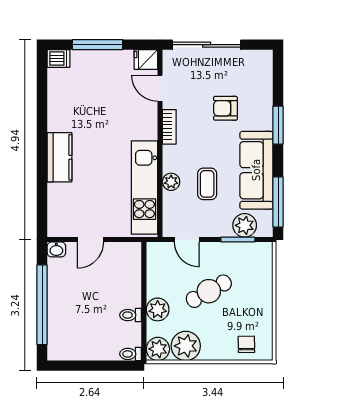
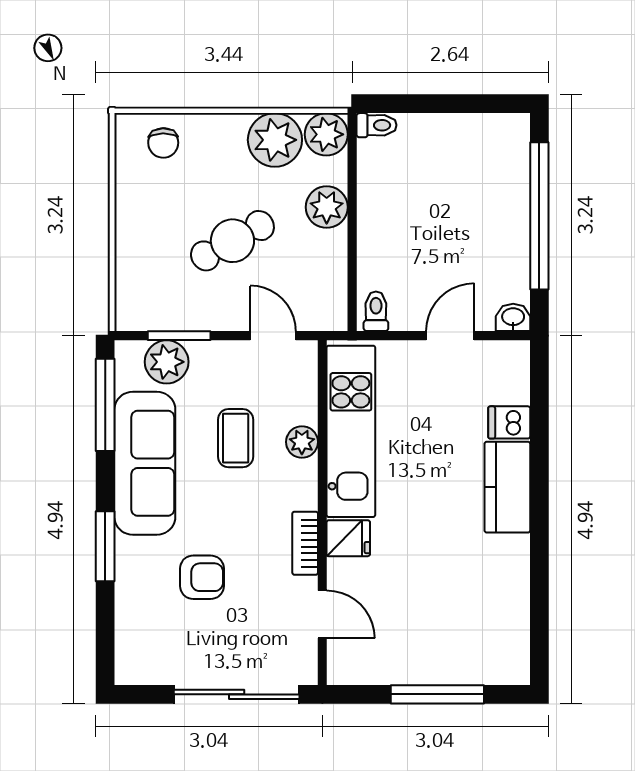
dishwasher: (58, 59) -> (509, 422), moved
fridge: (146, 60) -> (348, 538), moved
toilet: (131, 315) -> (376, 311), moved, turned -90

